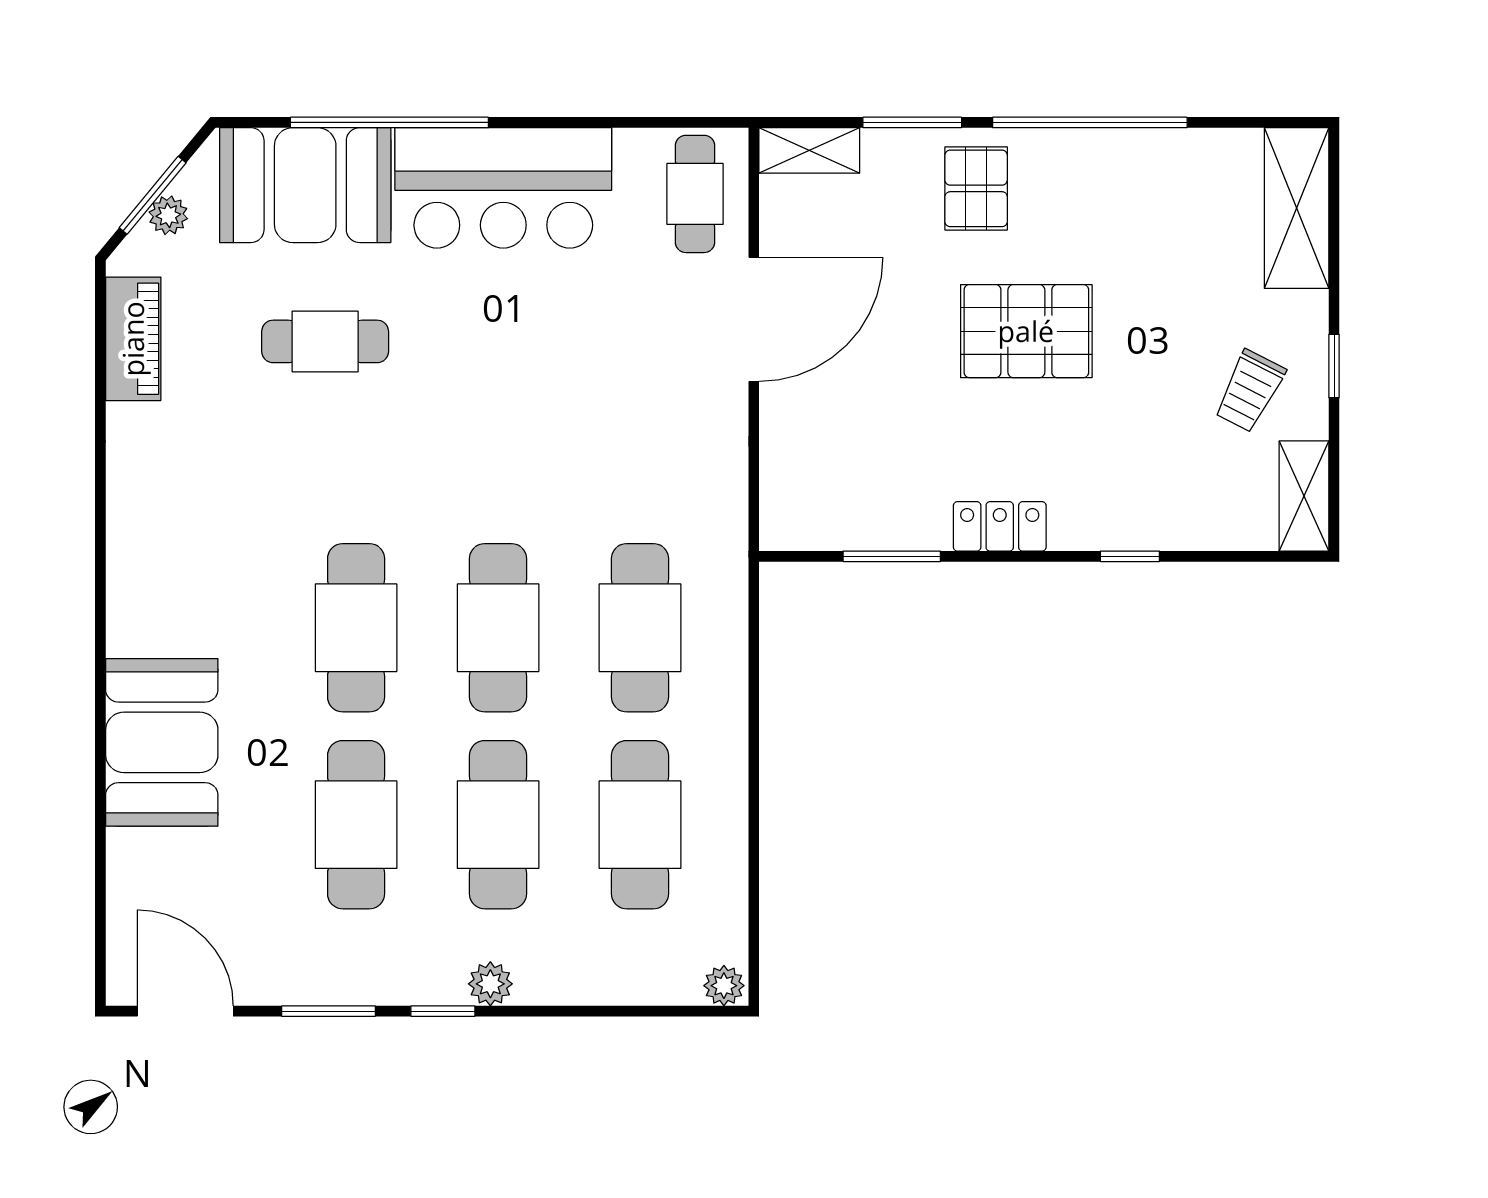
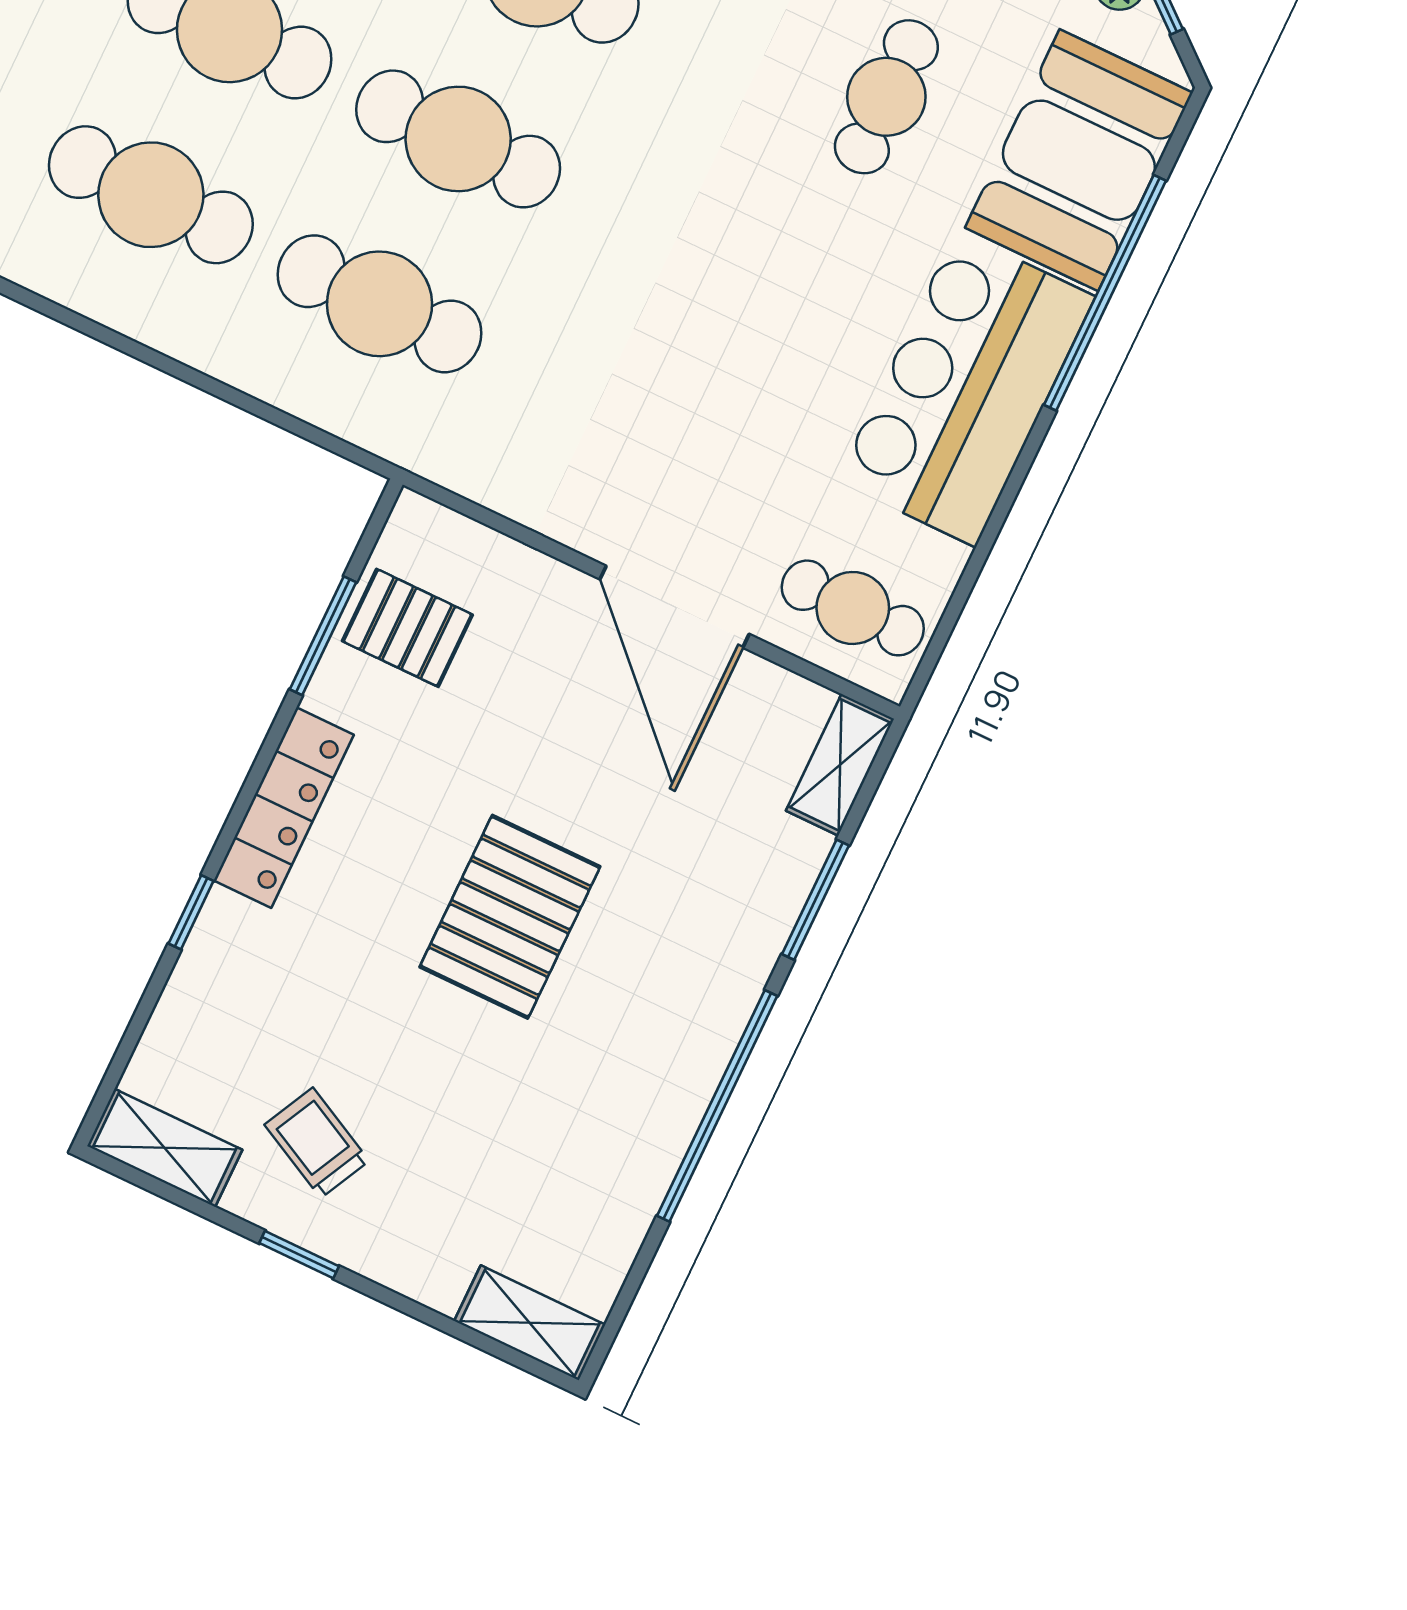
pallet: (976, 188) -> (407, 628), moved
shelving: (1297, 208) -> (530, 1323), width x0.67, depth x0.75
locker: (1000, 526) -> (284, 808), width x1.53

